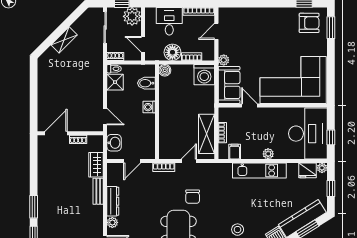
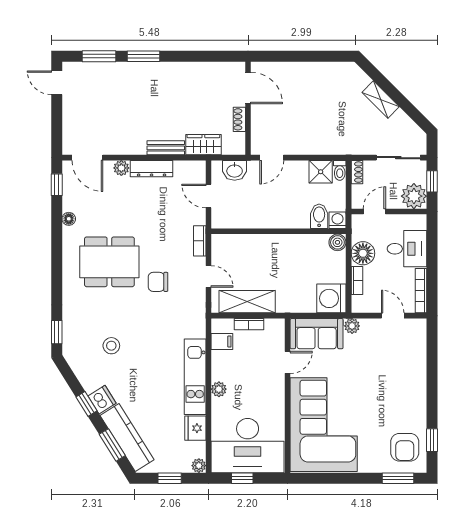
washing machine: (149, 107) -> (337, 220), moved
fridge: (307, 170) -> (195, 428), moved

